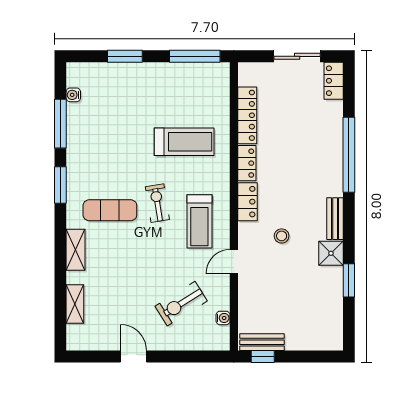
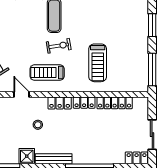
bench: (335, 219) -> (54, 159), width x1.36

